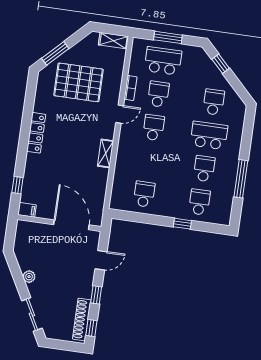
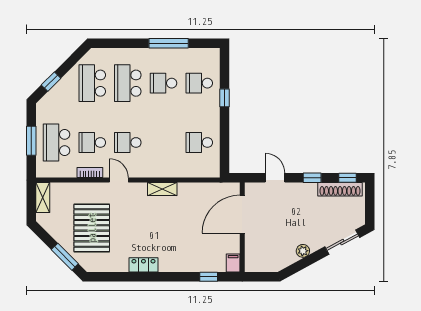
school desk: (214, 102) -> (92, 83), width x1.85
locker: (36, 133) -> (143, 265), width x0.66

